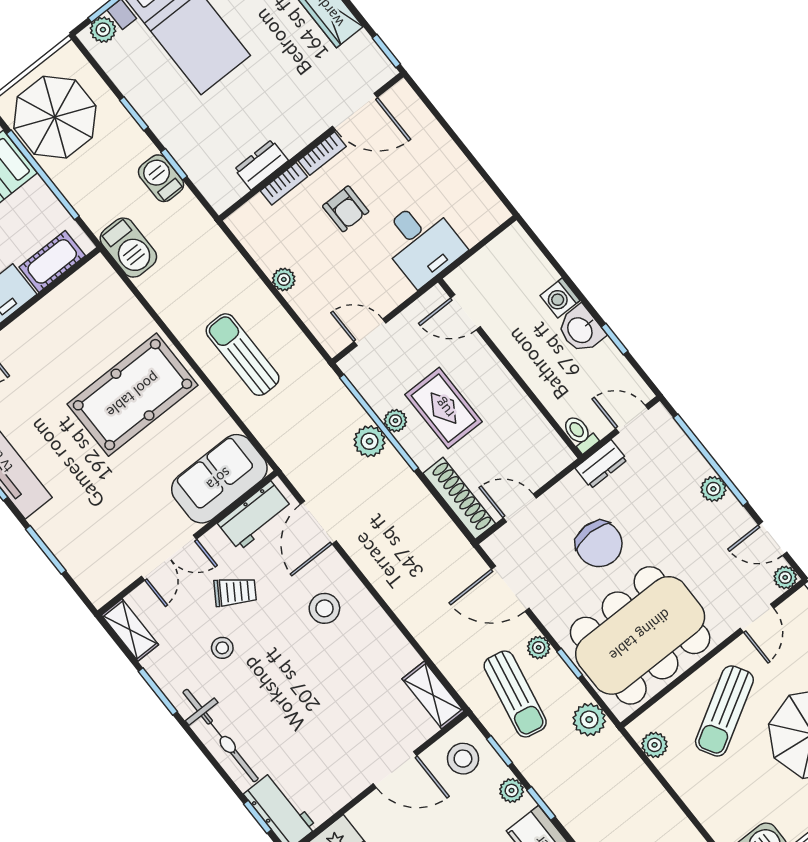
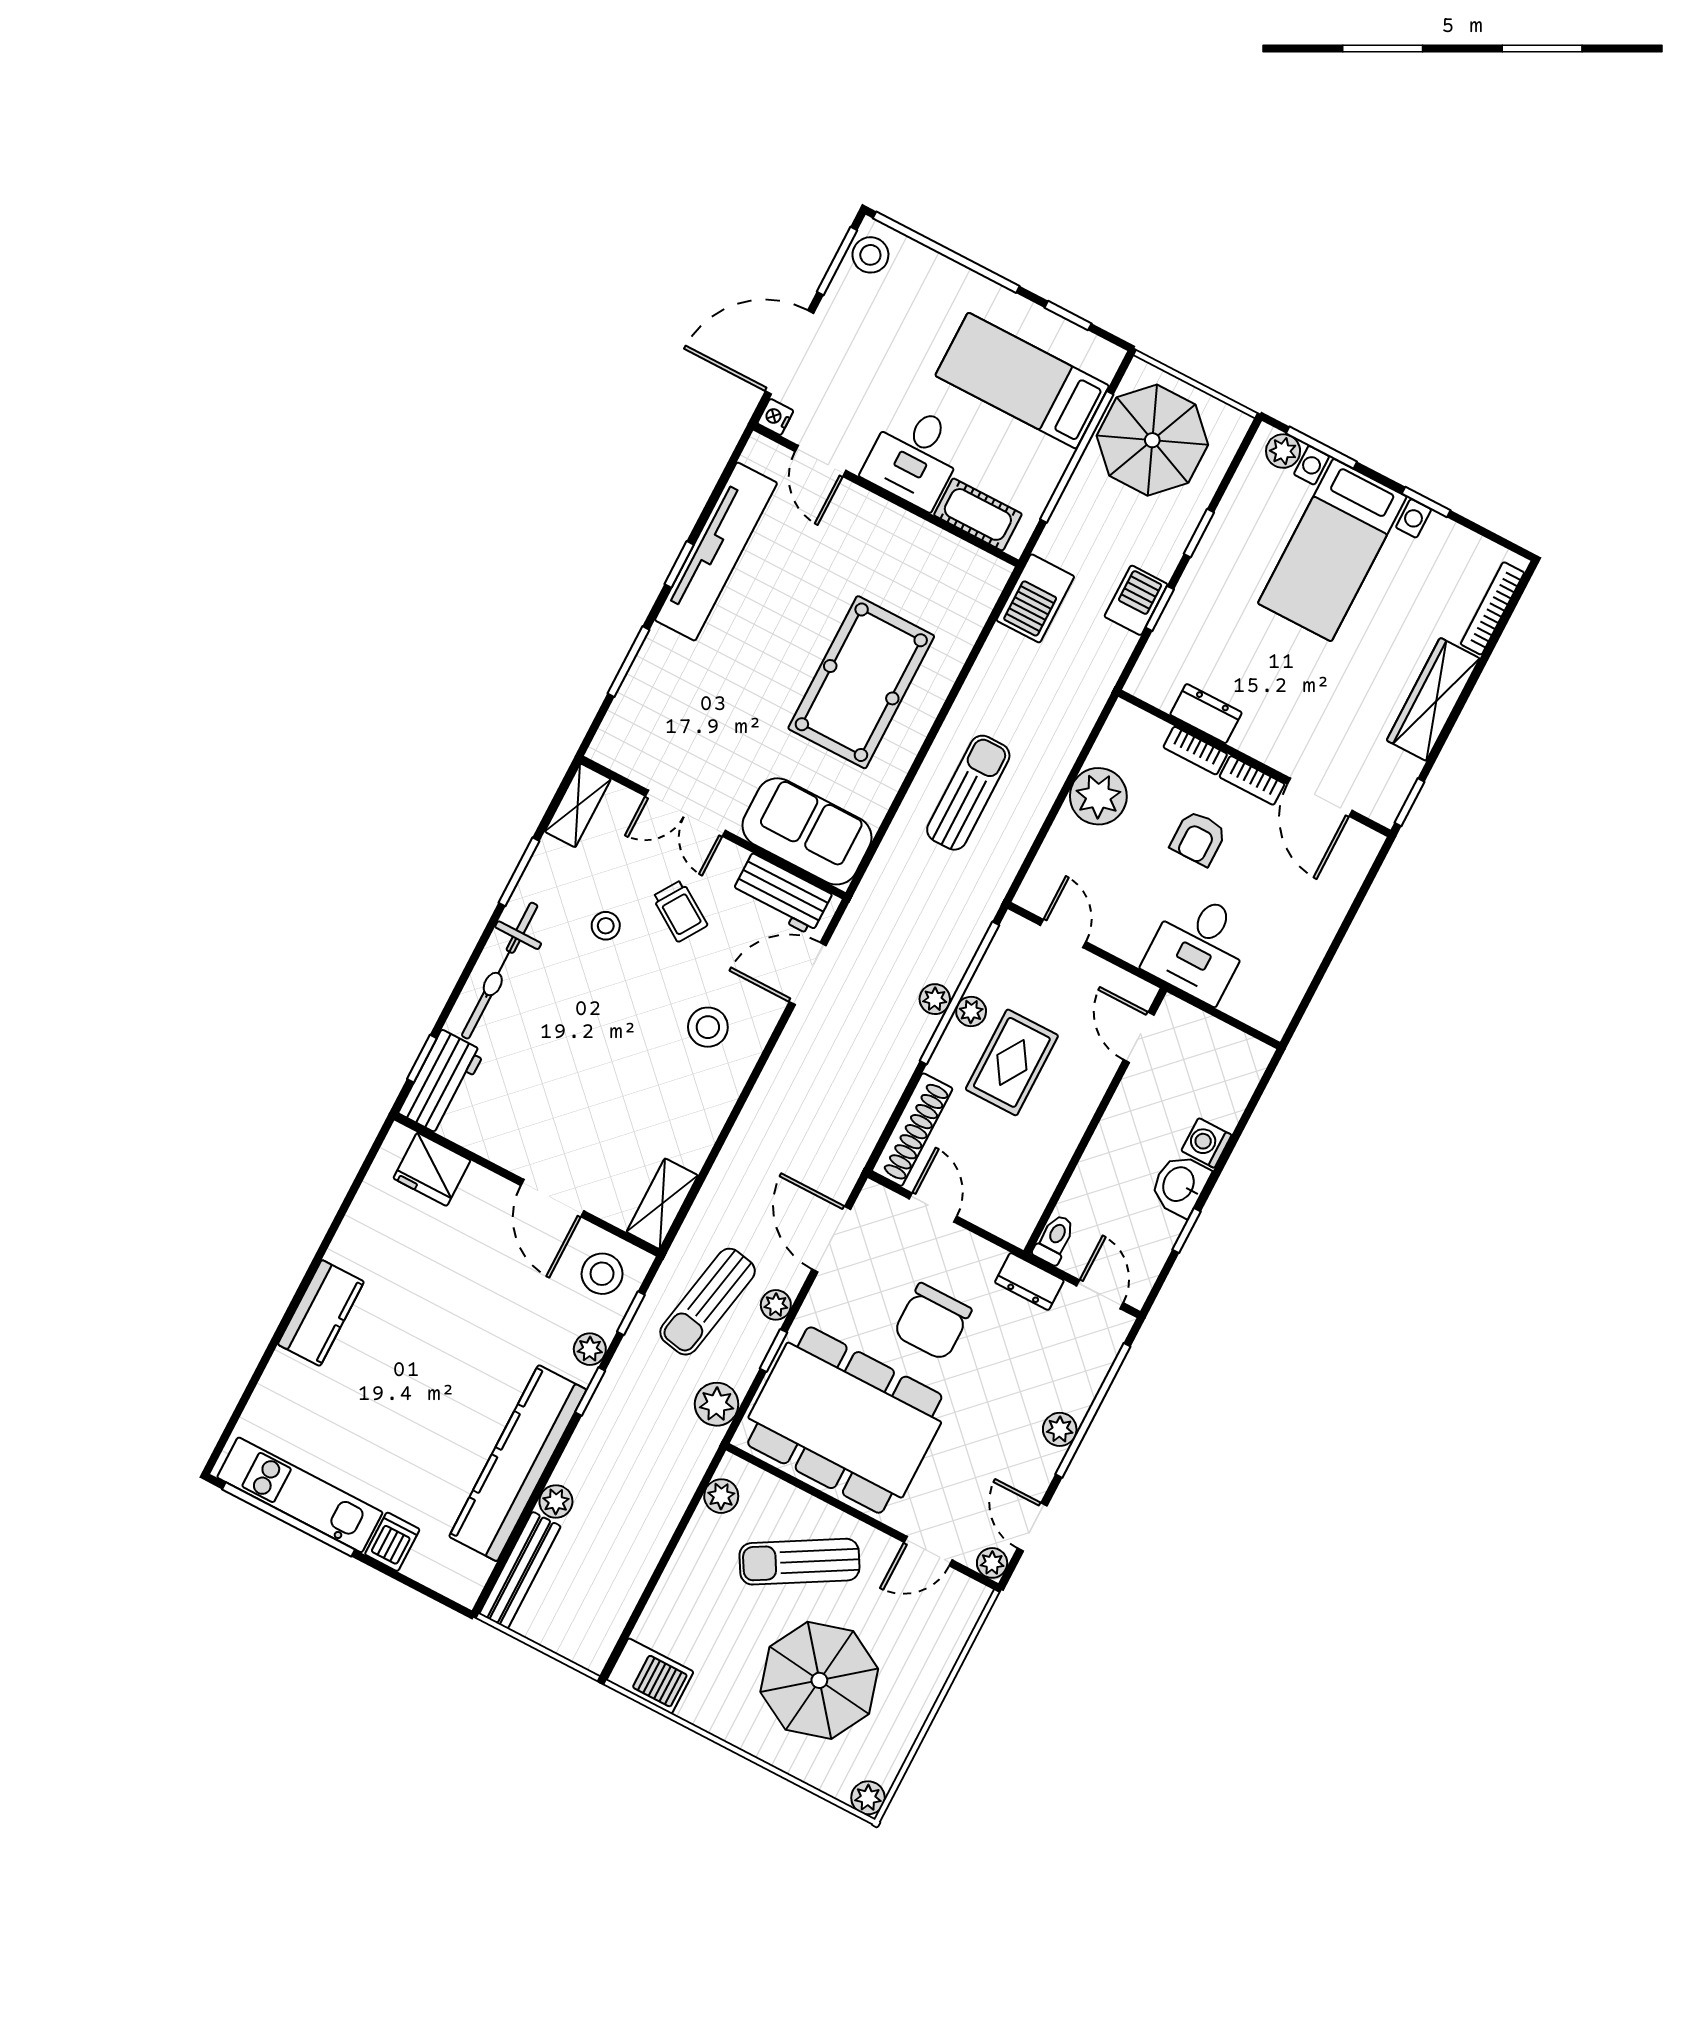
plant: (284, 279) -> (1098, 796), width x1.88, depth x1.88
pool table: (133, 395) -> (861, 682), turned 90
plant: (370, 441) -> (935, 999), width x0.73, depth x0.73

